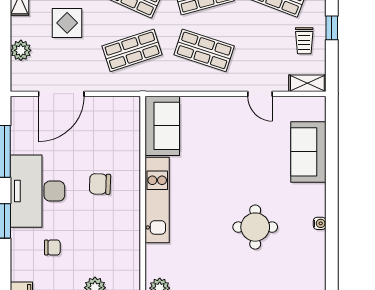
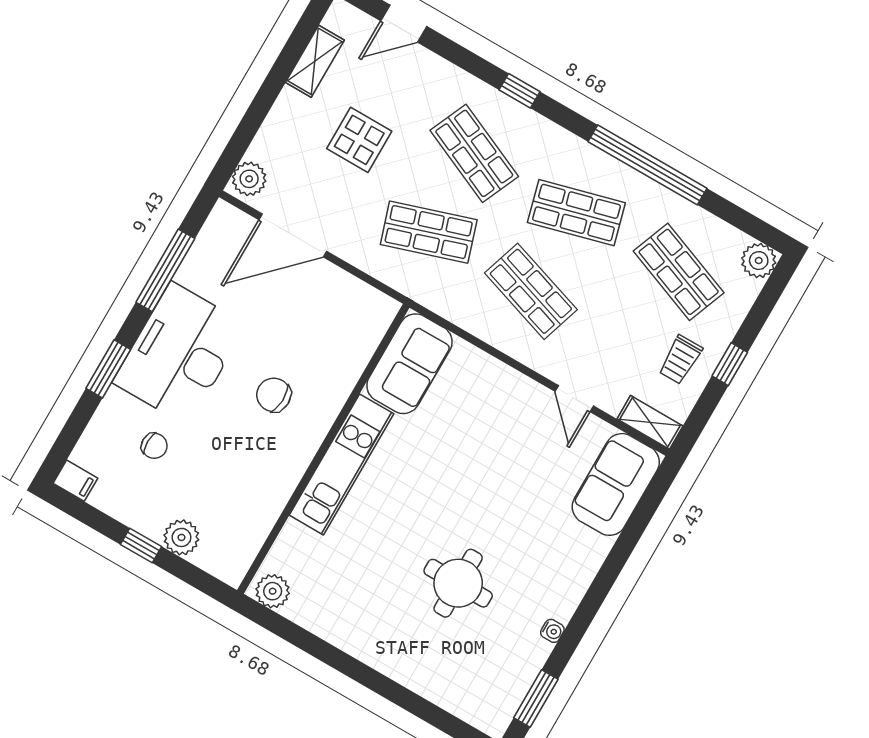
plant: (21, 50) -> (249, 179), moved
sofa: (308, 152) -> (616, 484), moved
window: (332, 264) -> (536, 699), added

